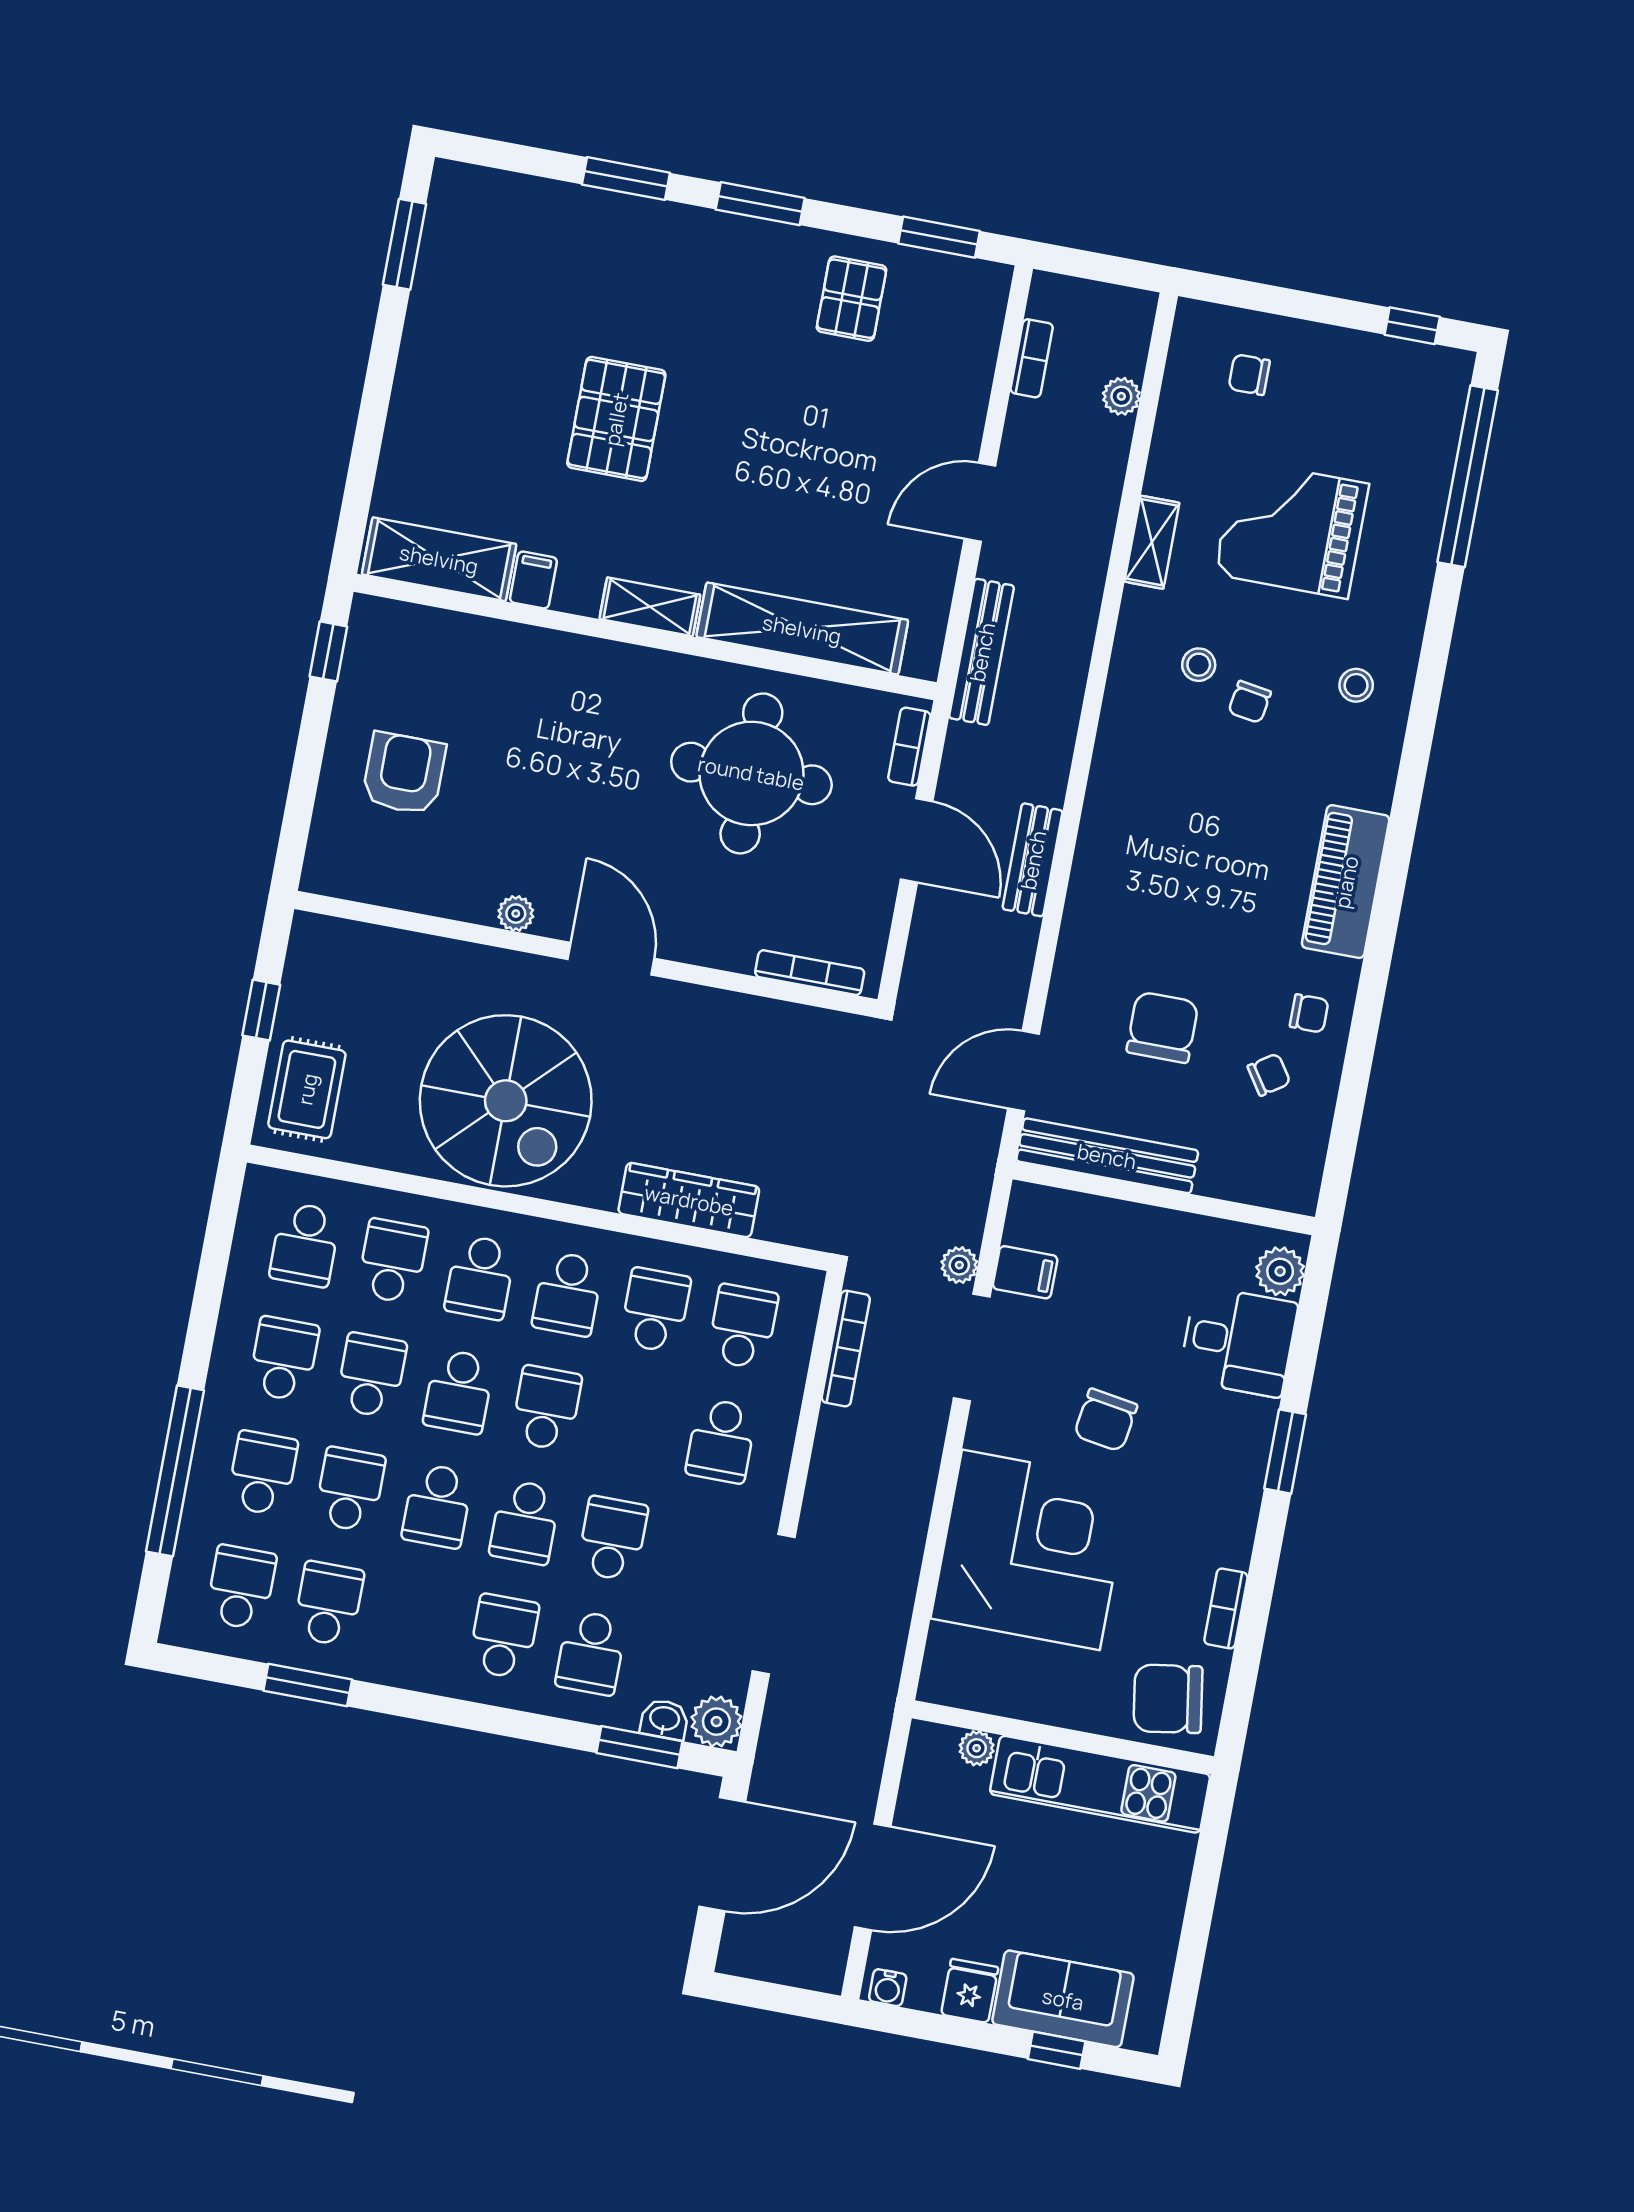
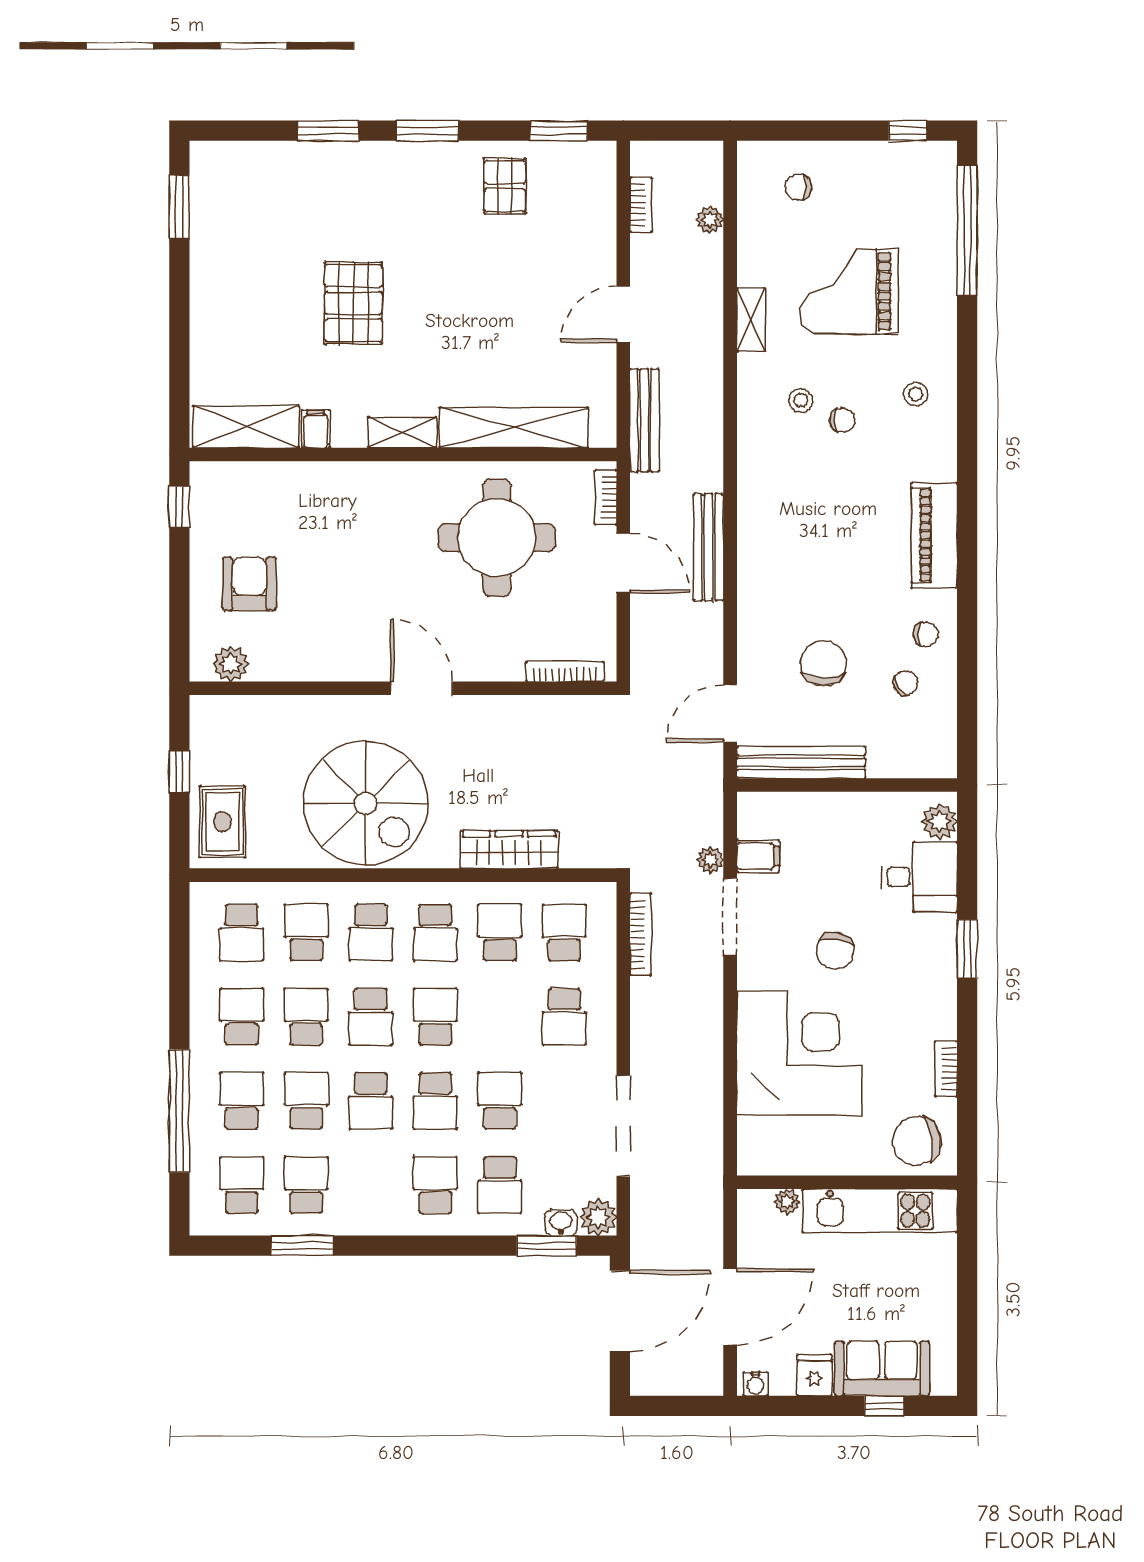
chair: (1250, 702) -> (842, 420), turned -102
bench: (1033, 860) -> (708, 547), width x1.36
plant: (516, 914) -> (231, 664), moved, width x1.38, depth x1.38

